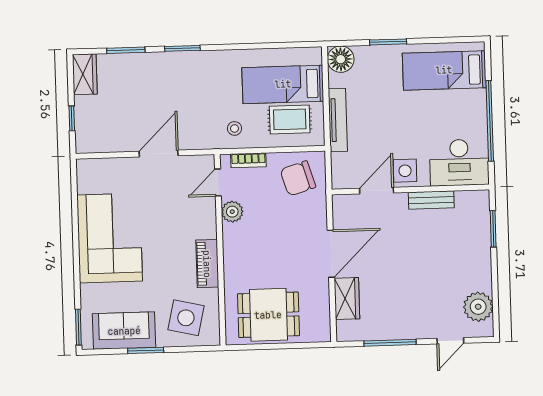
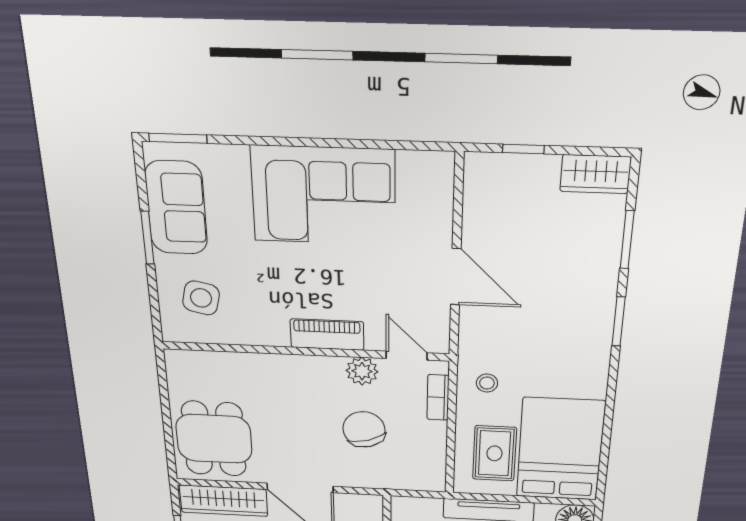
bed: (283, 84) -> (560, 449), width x1.50
chair: (298, 178) -> (364, 429), moved
piano: (207, 264) -> (327, 335), moved
wardrobe: (347, 298) -> (224, 501), width x1.50
dining table: (268, 315) -> (214, 439), moved
side table: (186, 318) -> (201, 298), width x0.73, depth x0.73

